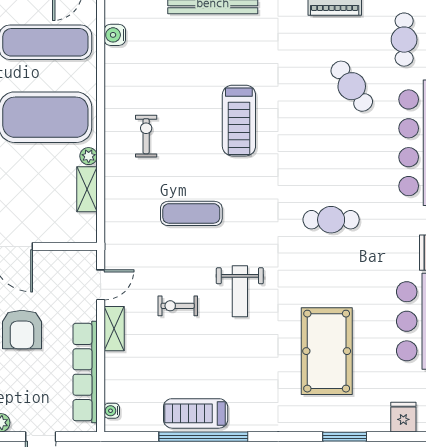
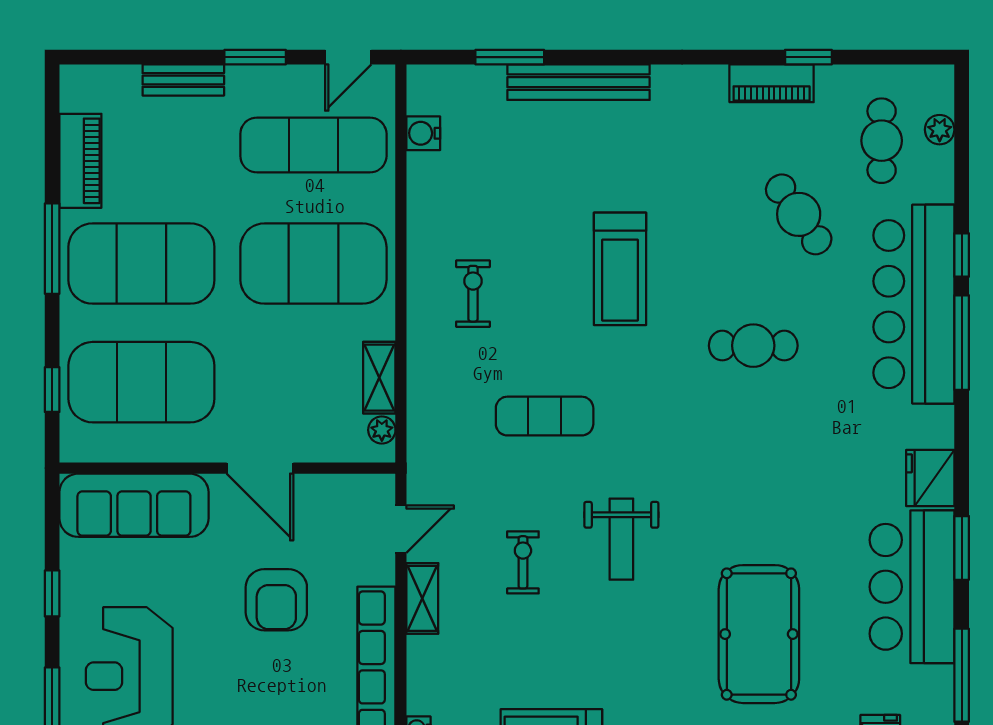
plant: (89, 156) -> (382, 430), moved
cafe table: (331, 220) -> (753, 346), moved
exercise bike: (178, 306) -> (523, 562), turned 90

